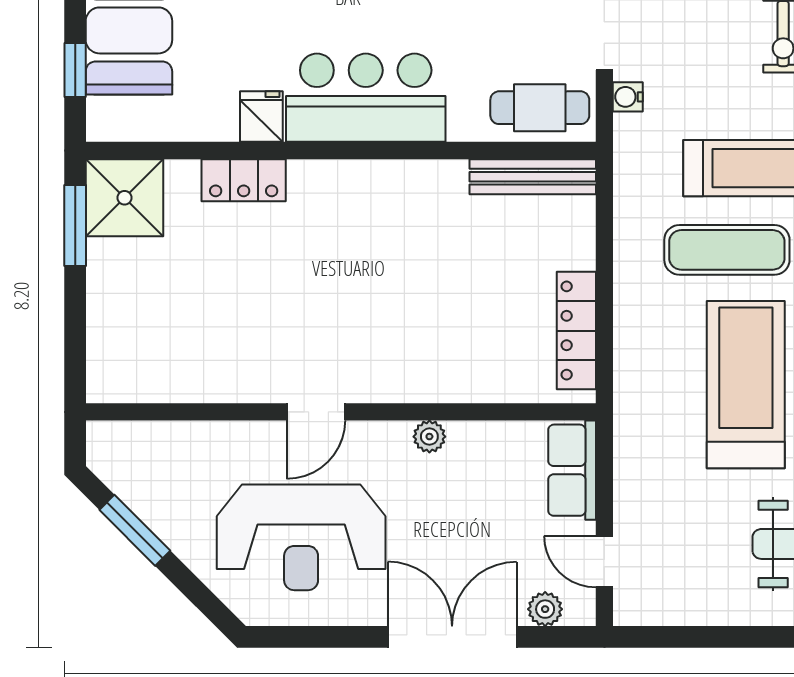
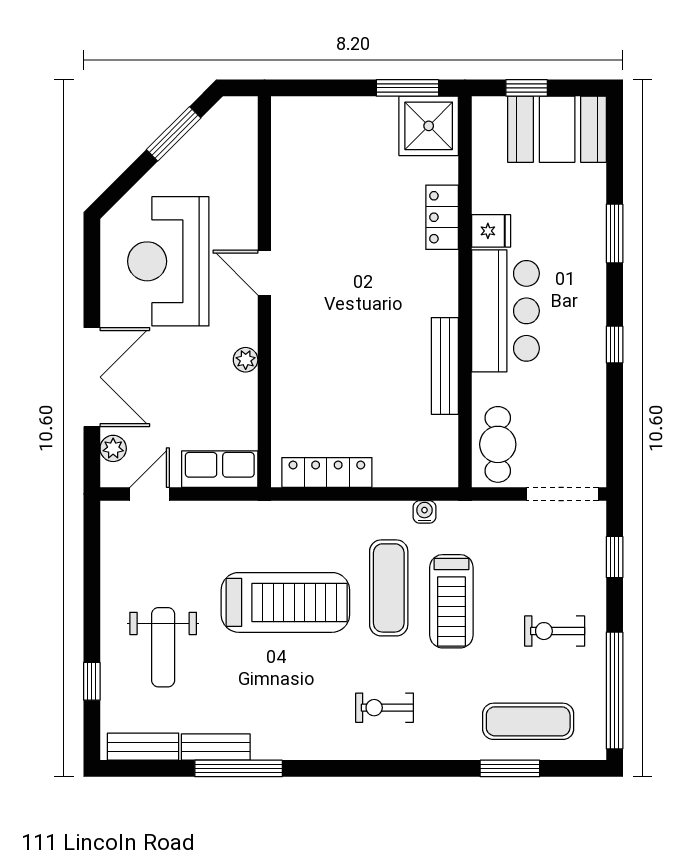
water cooler: (628, 97) -> (424, 512), moved
bench: (533, 177) -> (445, 366), moved

